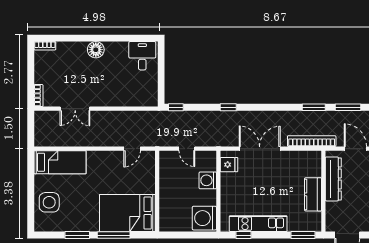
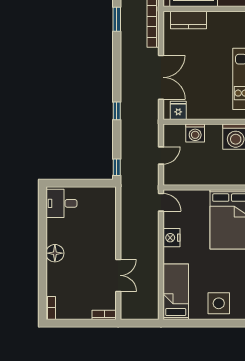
door: (132, 149) -> (161, 202), moved
double door: (260, 149) -> (161, 77), swing flipped
nightstand: (110, 158) -> (172, 238), added
kitchen counter: (313, 194) -> (188, 20), moved

